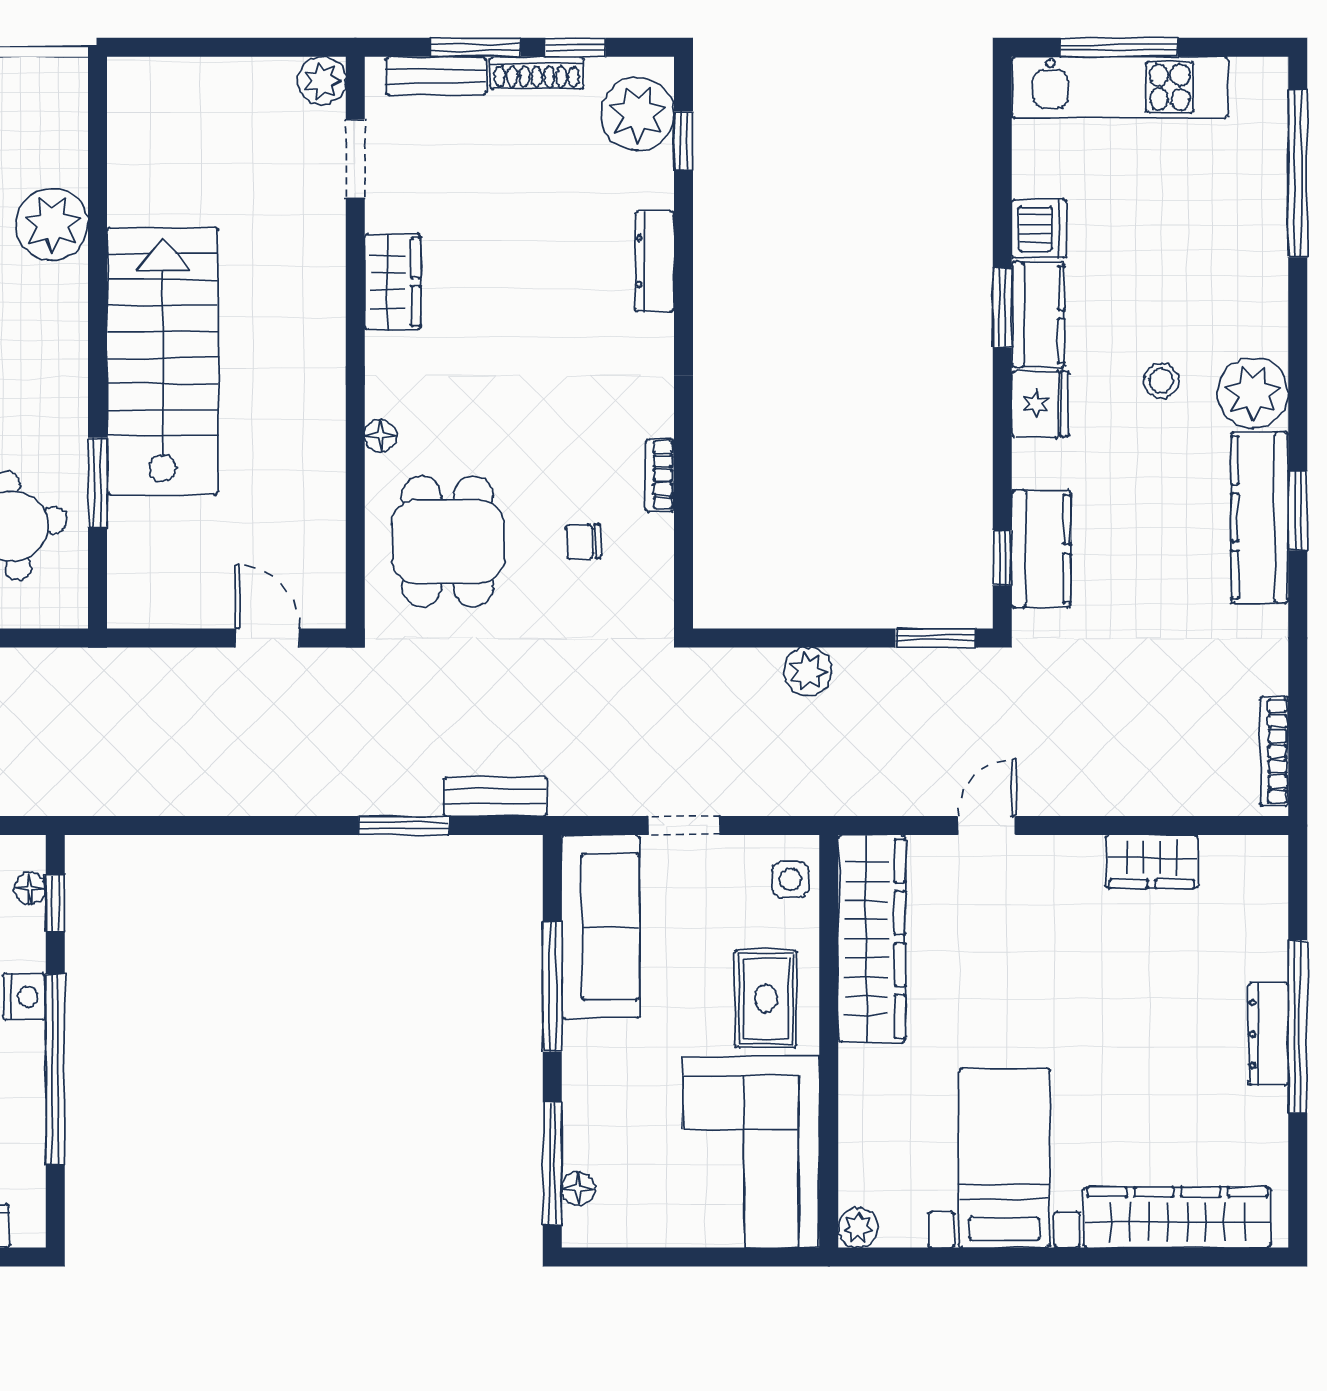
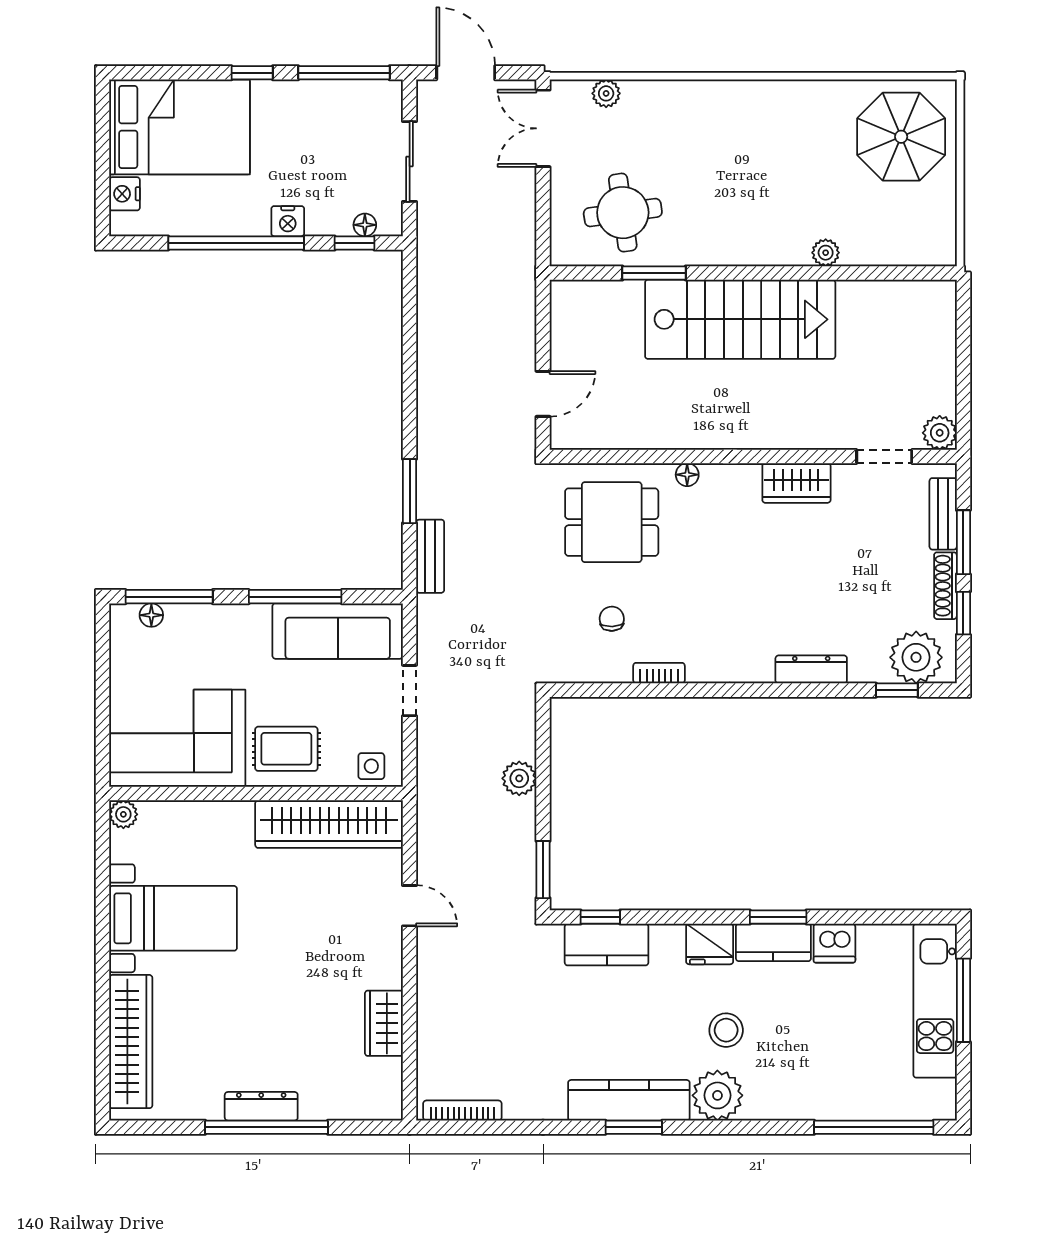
plant: (52, 224) -> (826, 253), width x0.53, depth x0.53
stool: (1161, 381) -> (726, 1030), width x1.37, depth x1.37

